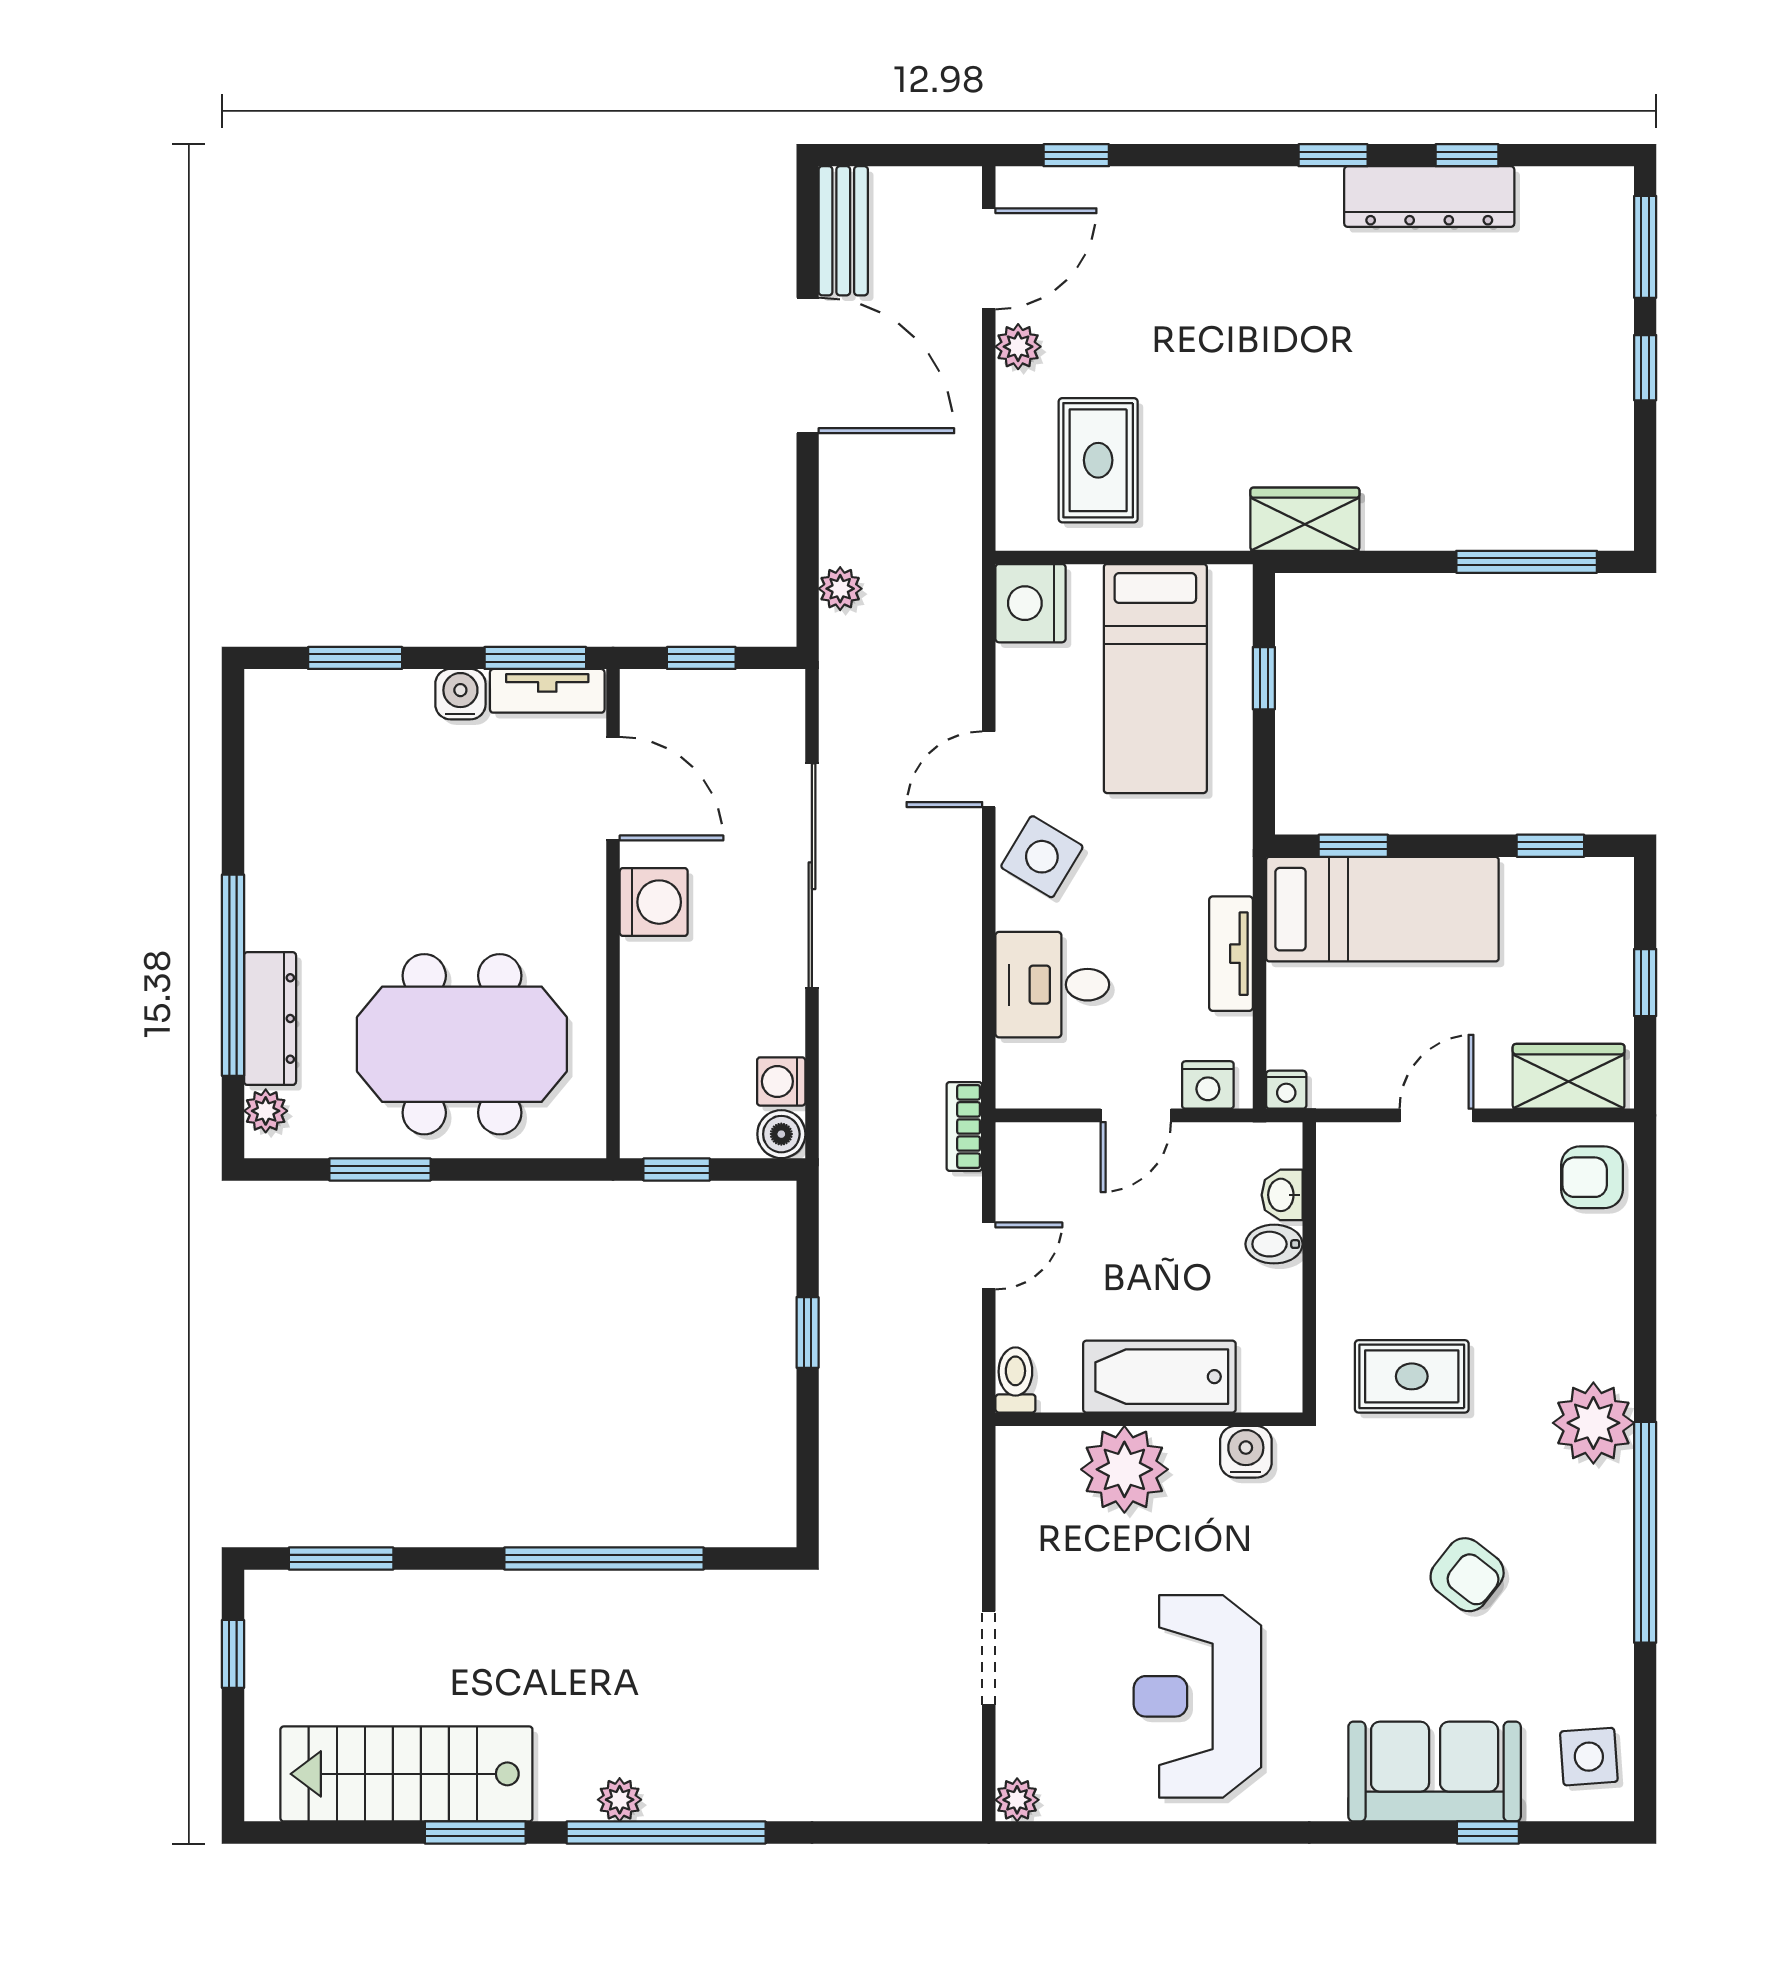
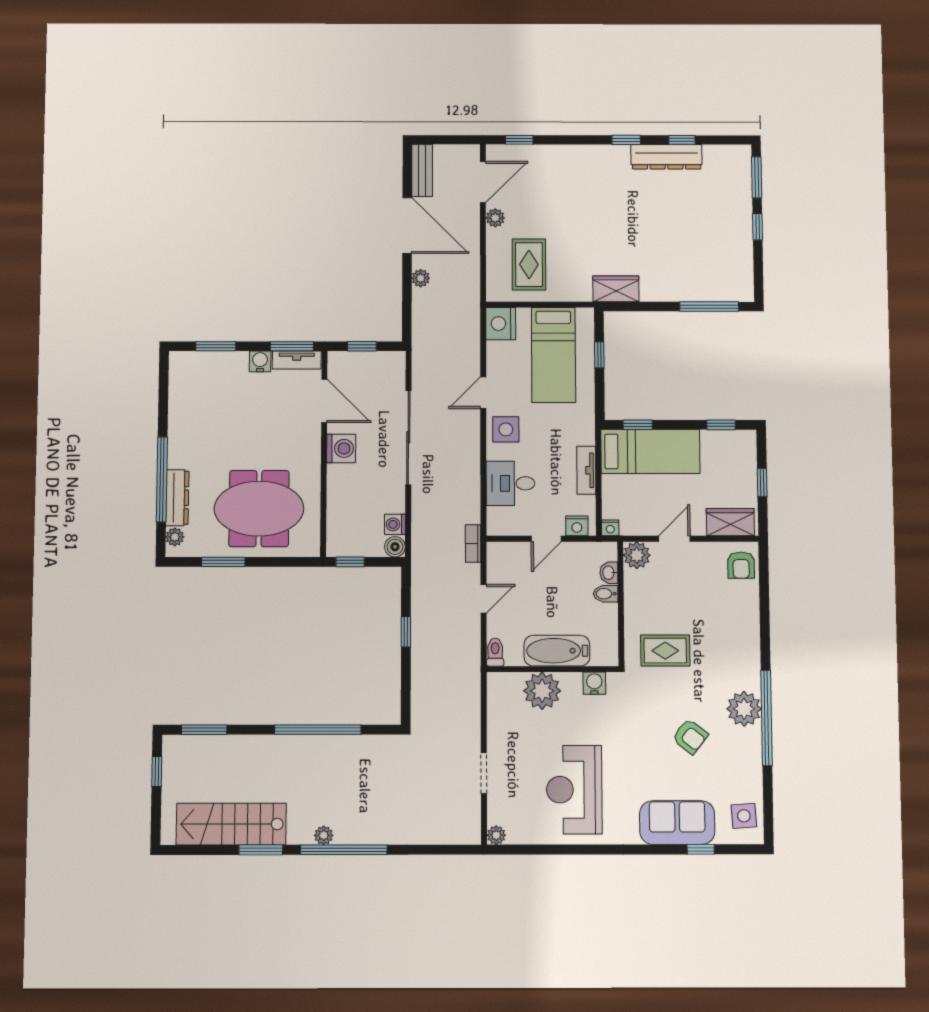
plant: (840, 589) -> (421, 278), moved
side table: (1042, 857) -> (506, 429), turned -31
plant: (1348, 1154) -> (637, 555), added
armchair: (1592, 1177) -> (741, 565), turned -90
plant: (1593, 1423) -> (744, 709), moved

